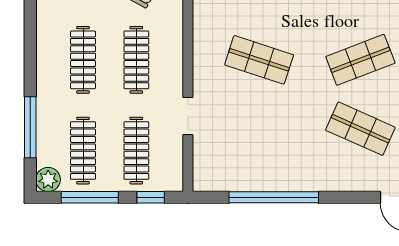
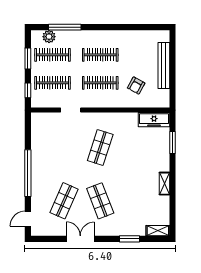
plant: (48, 180) -> (49, 37), moved
window: (90, 197) -> (28, 58), width x0.69
window: (274, 197) -> (28, 173), moved

